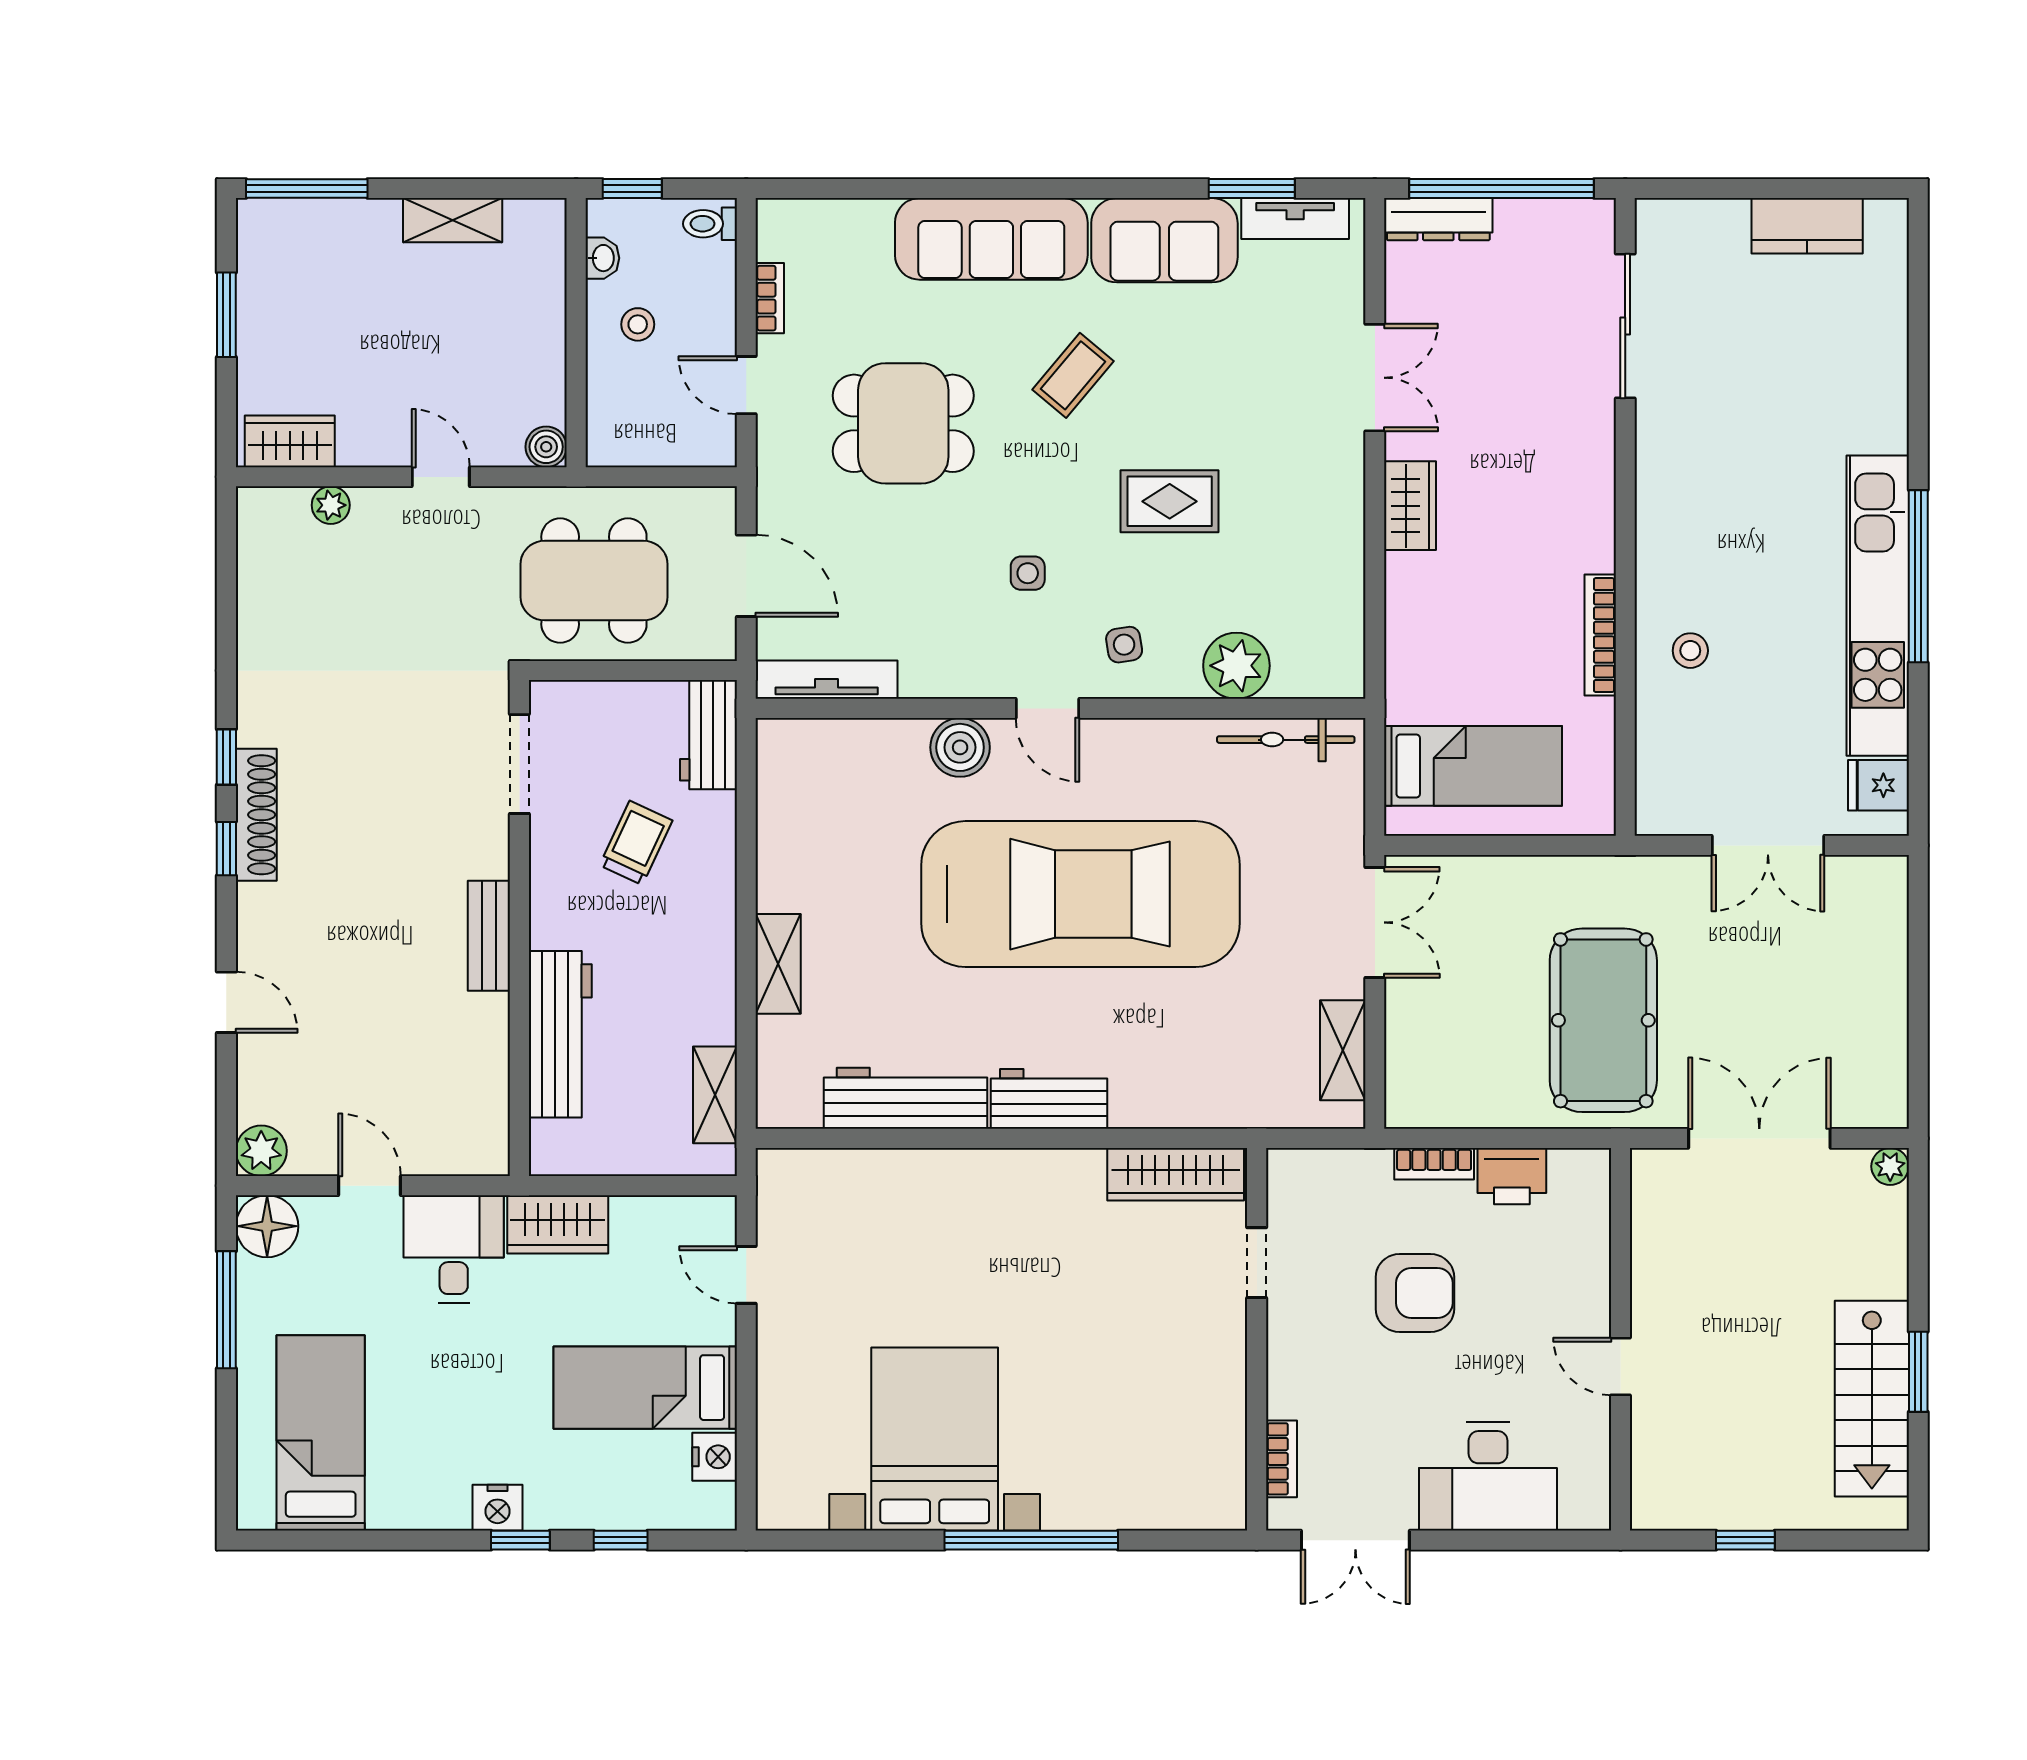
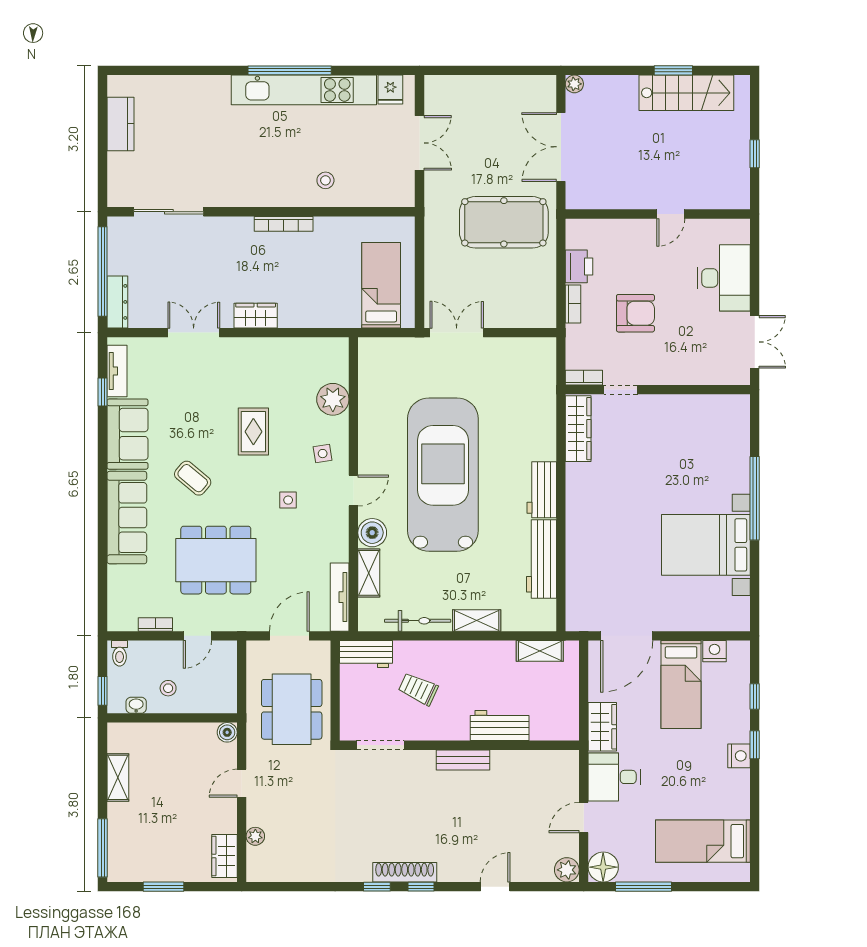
window: (1252, 189) -> (103, 392), width x0.67
dining table: (903, 423) -> (216, 560), width x1.38
bookcase: (1600, 635) -> (284, 224), moved
bicycle: (1286, 740) -> (418, 621), moved, turned -90
workbench: (560, 1034) -> (500, 726), width x0.73
shelving: (1343, 1050) -> (369, 573), moved, turned 90
door: (746, 1275) -> (627, 636), width x1.88
armchair: (1415, 1293) -> (635, 313), turned 90
bookcase: (1281, 1459) -> (584, 378), moved

